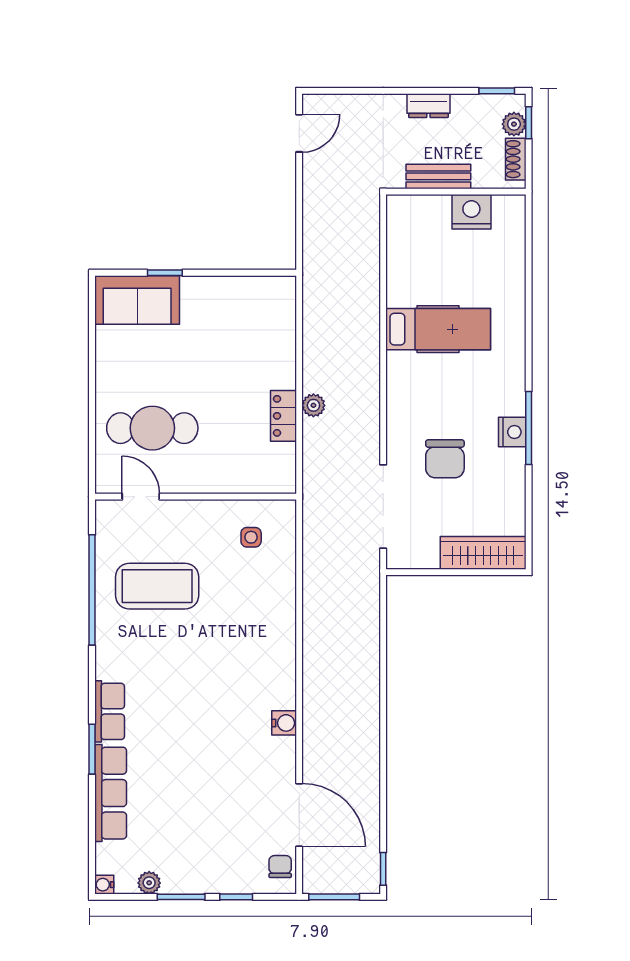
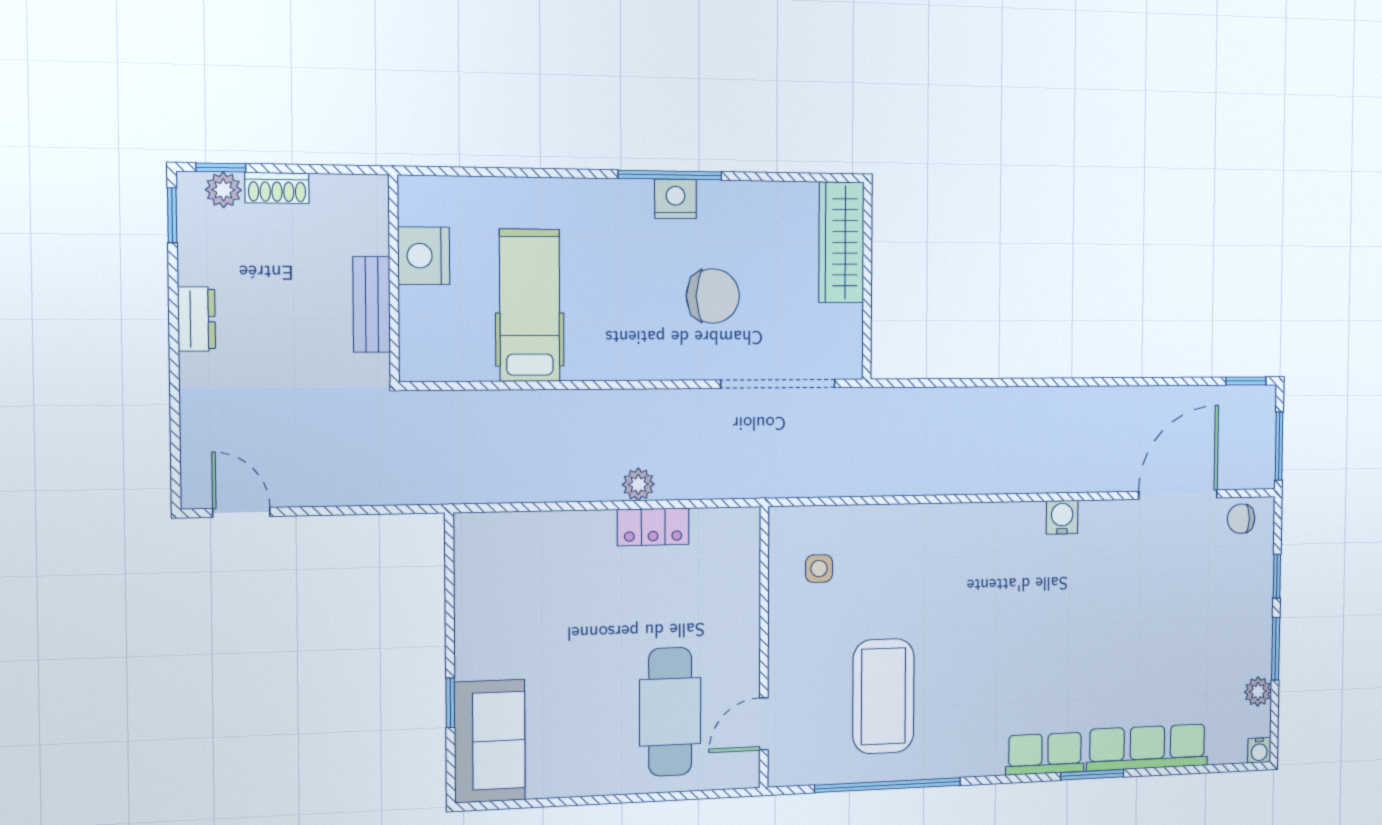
bench: (438, 176) -> (372, 304), moved
wall: (456, 192) -> (394, 279), moved
nightstand: (471, 212) -> (424, 256), moved

